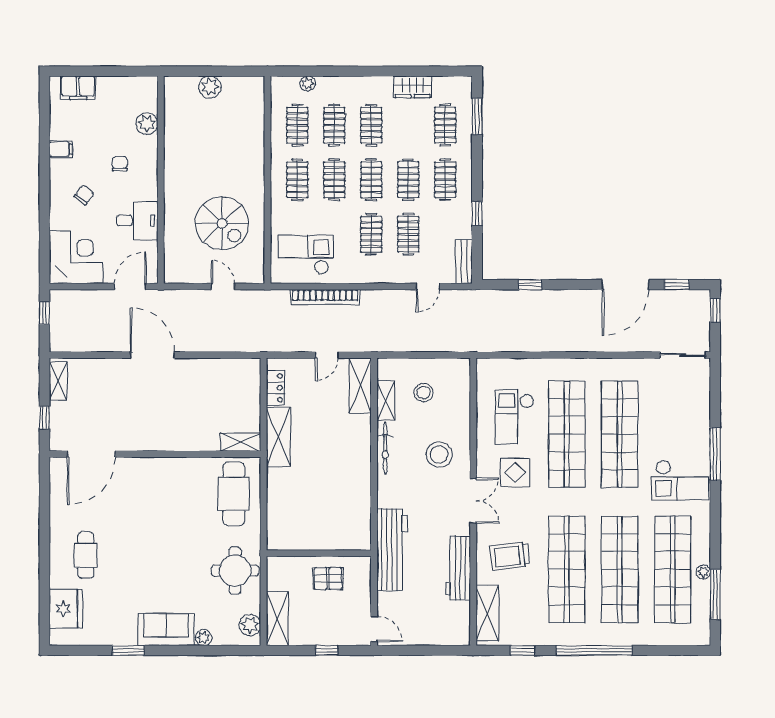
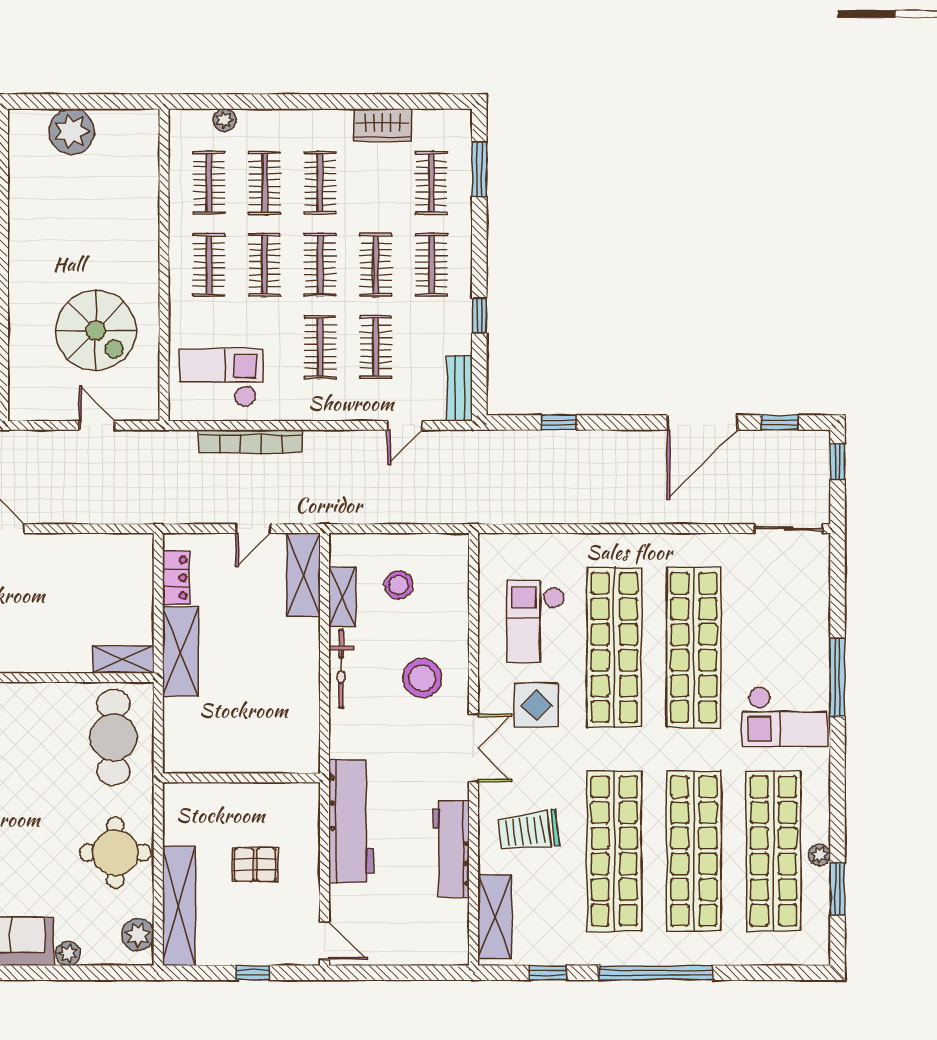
plant: (210, 87) -> (72, 132), width x1.36, depth x1.36
wall: (319, 553) -> (241, 778), moved
window: (715, 595) -> (837, 889), width x0.69
shelving: (277, 618) -> (179, 906), width x1.47

